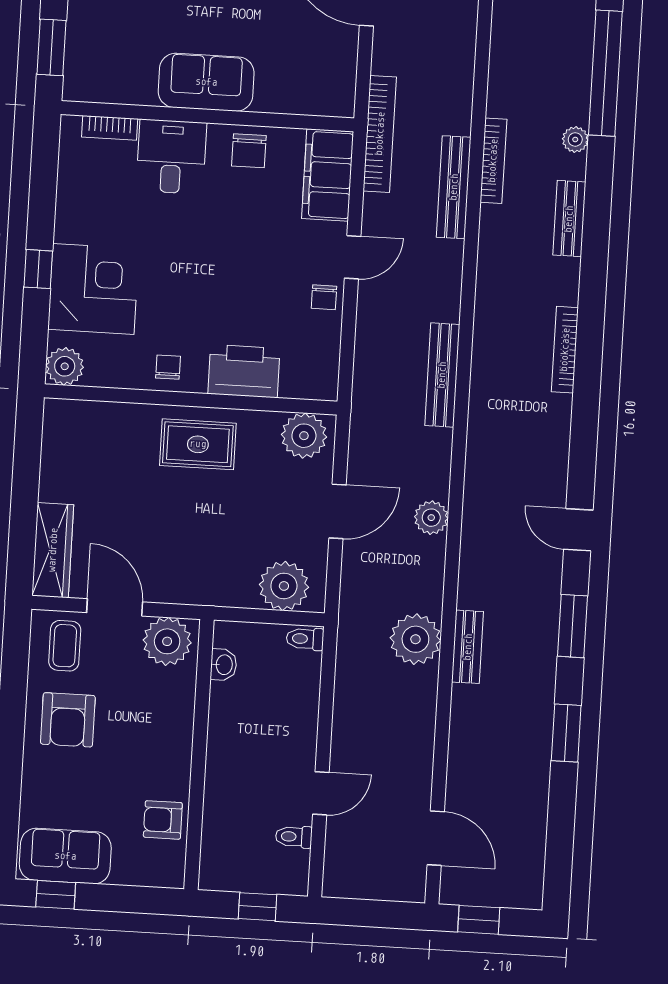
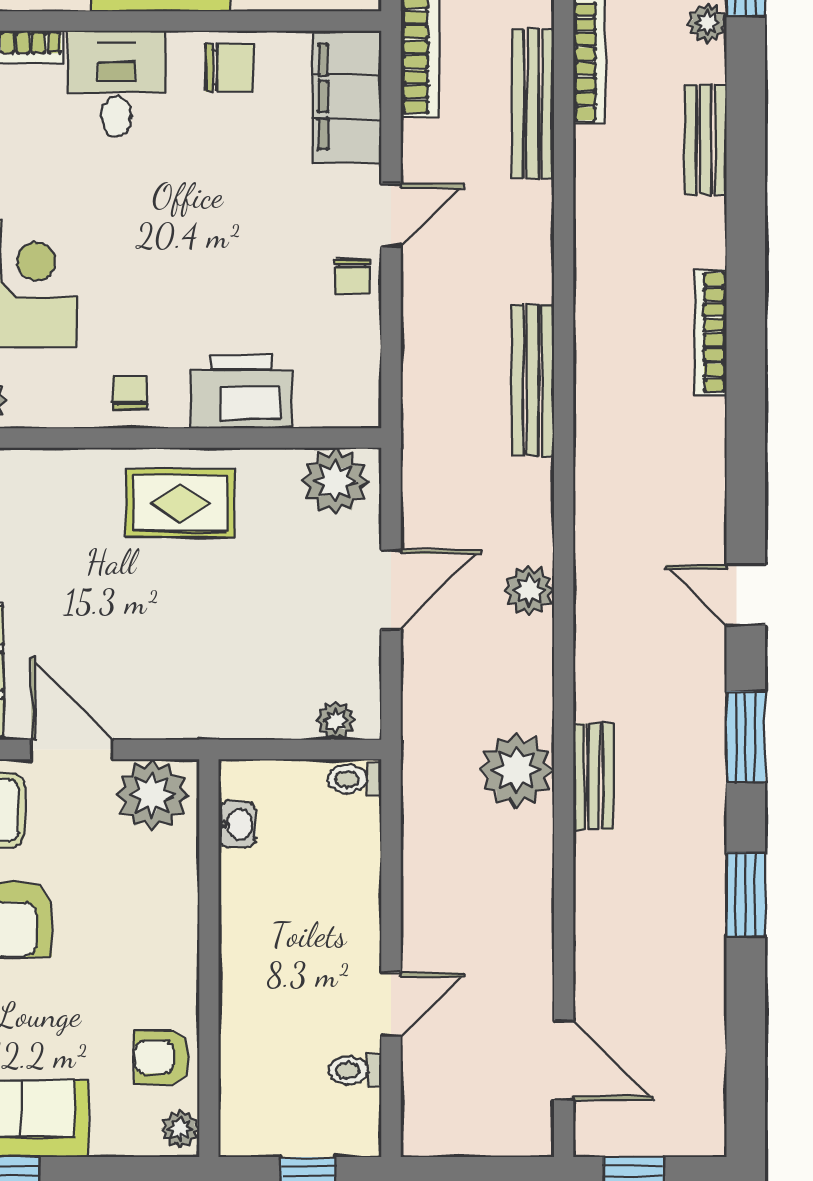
chair: (249, 151) -> (229, 68), turned -90
plant: (284, 586) -> (336, 720), width x0.53, depth x0.53
plant: (172, 869) -> (180, 1129), added

